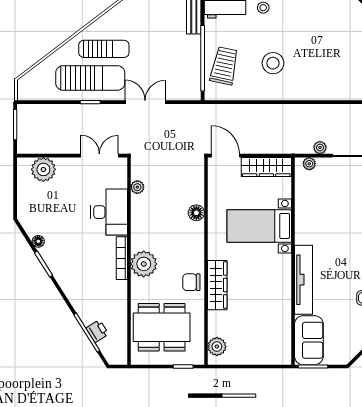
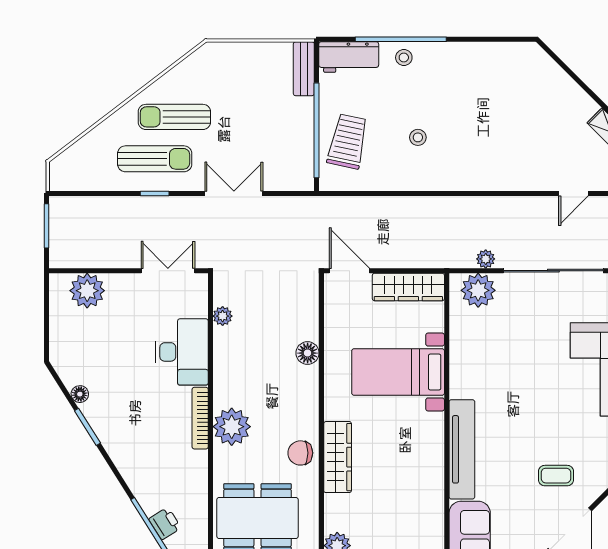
sun lounger: (104, 49) -> (174, 117), turned 180
stool: (273, 63) -> (418, 137), width x0.53, depth x0.53
sun lounger: (90, 78) -> (155, 159), width x0.73, depth x0.75
plant: (309, 164) -> (478, 290), width x1.88, depth x1.88

